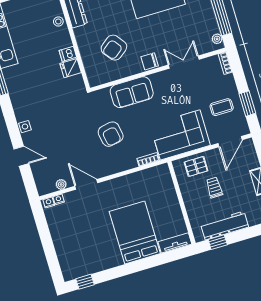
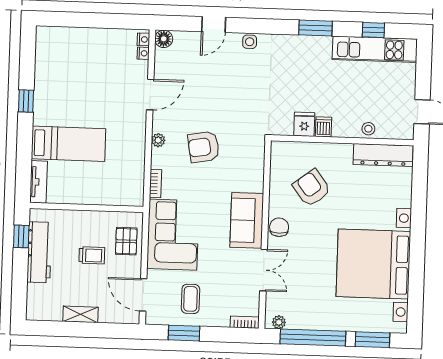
sofa: (132, 92) -> (247, 220), moved
plant: (61, 184) -> (158, 140), moved
floor lamp: (43, 188) -> (164, 39), added
bed: (135, 233) -> (68, 144), width x0.67
window: (85, 282) -> (26, 101), moved

